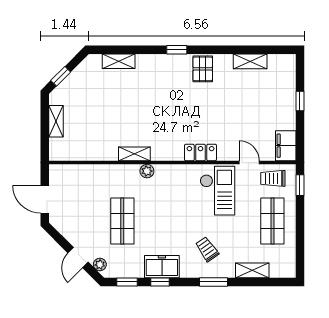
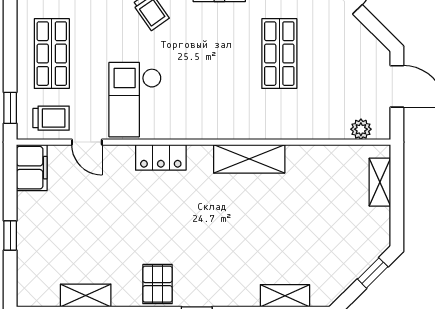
shelving: (56, 121) -> (380, 182), moved
shelving: (134, 154) -> (249, 159), width x1.50, depth x1.33
plant: (147, 171) -> (361, 129), moved

